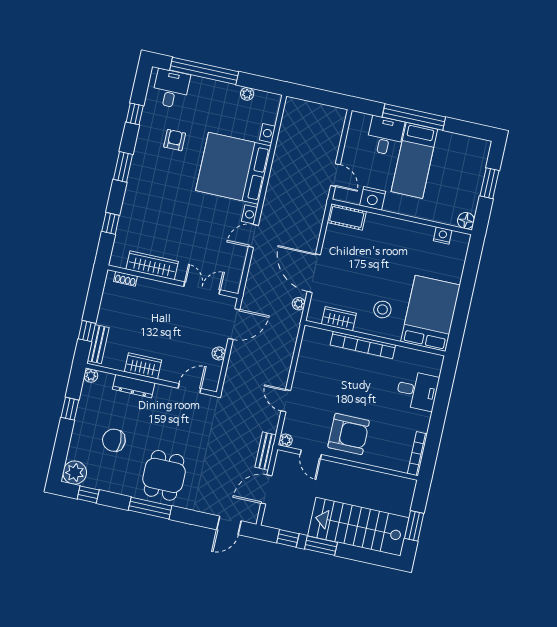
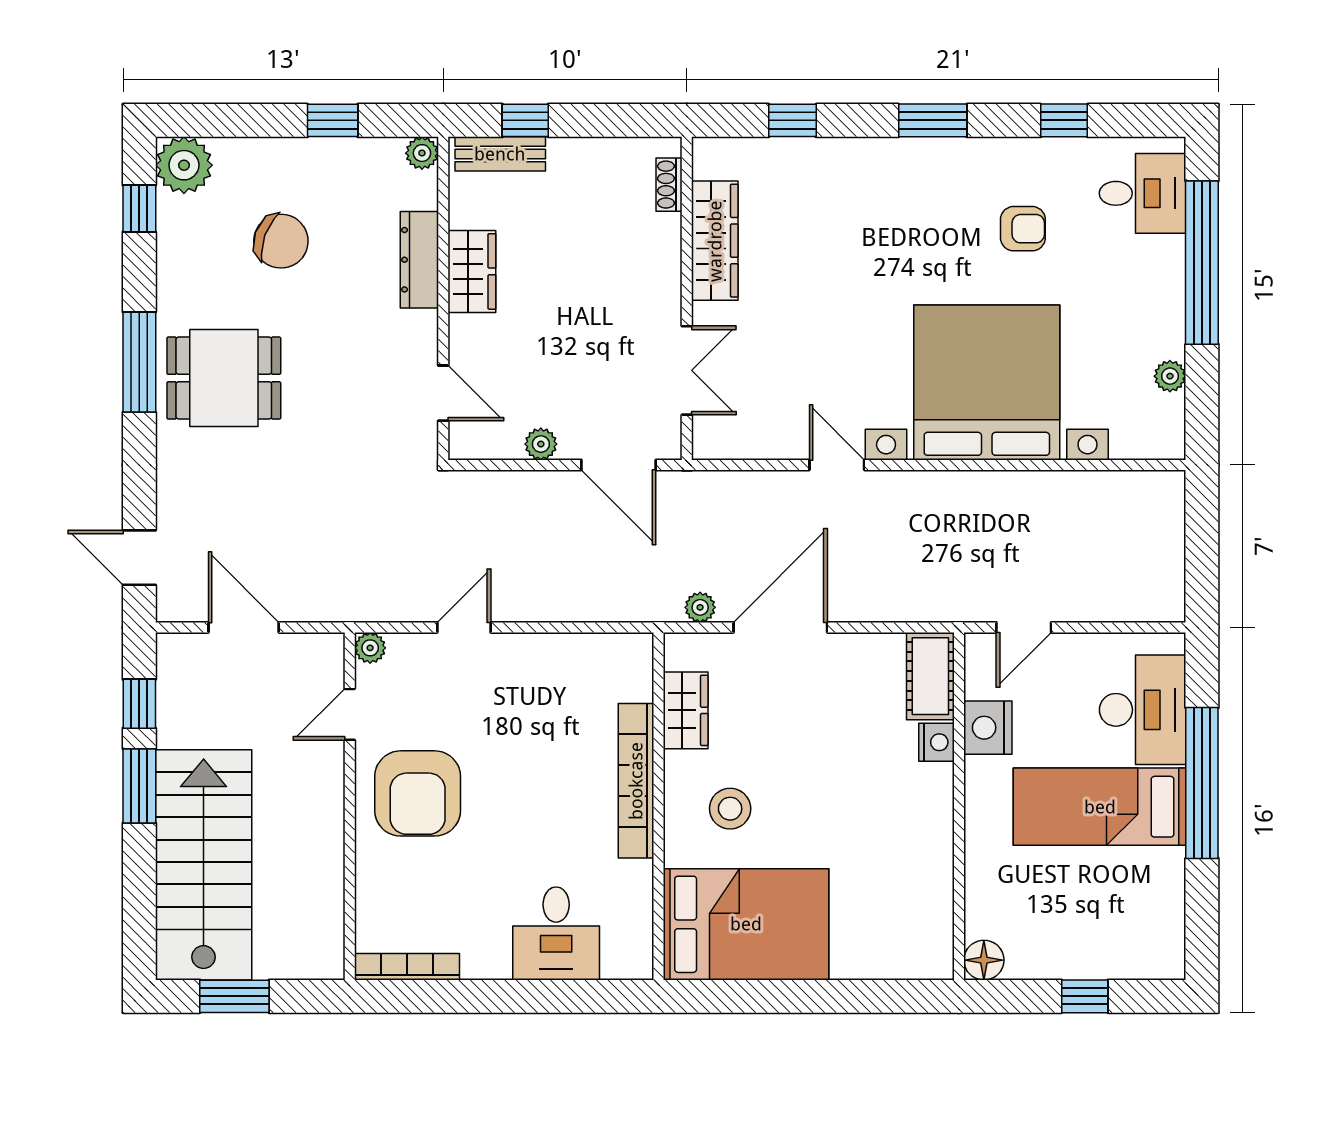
desk: (385, 136) -> (1143, 710), width x1.37
window: (489, 183) -> (1085, 996), width x0.67
nightstand: (443, 236) -> (936, 742), moved
chair: (114, 440) -> (281, 241), turned 110
bench: (266, 451) -> (334, 606), removed

